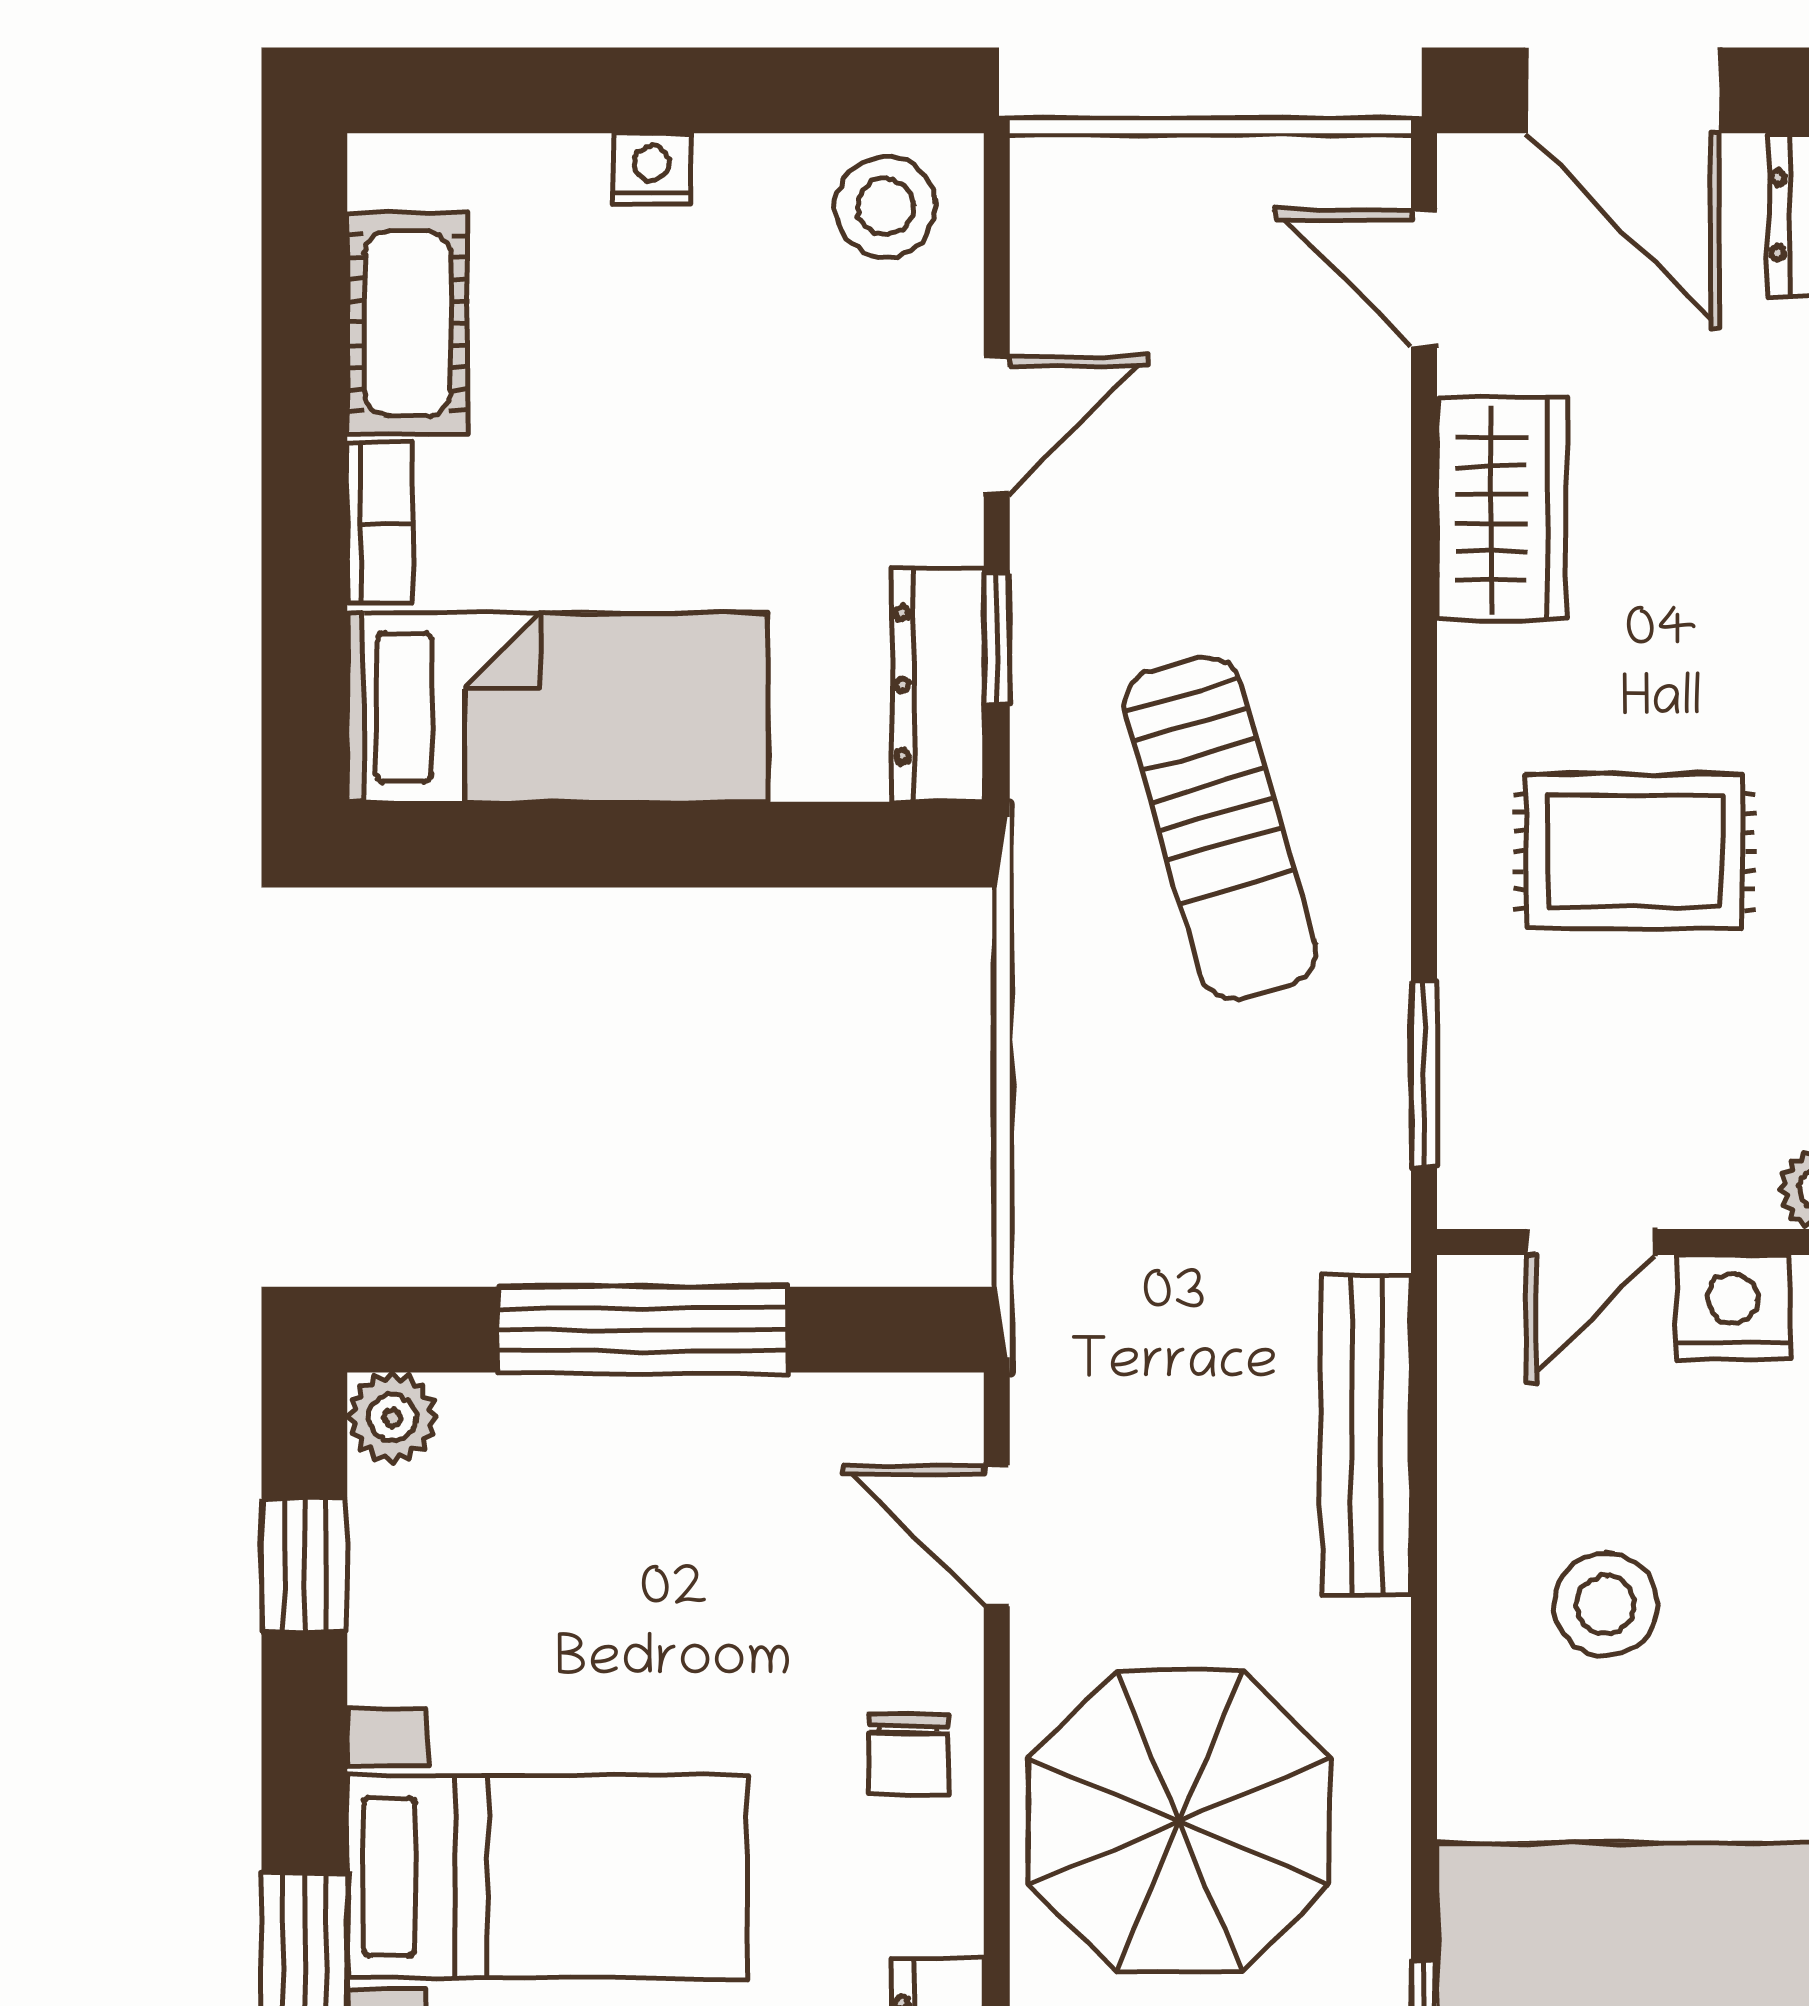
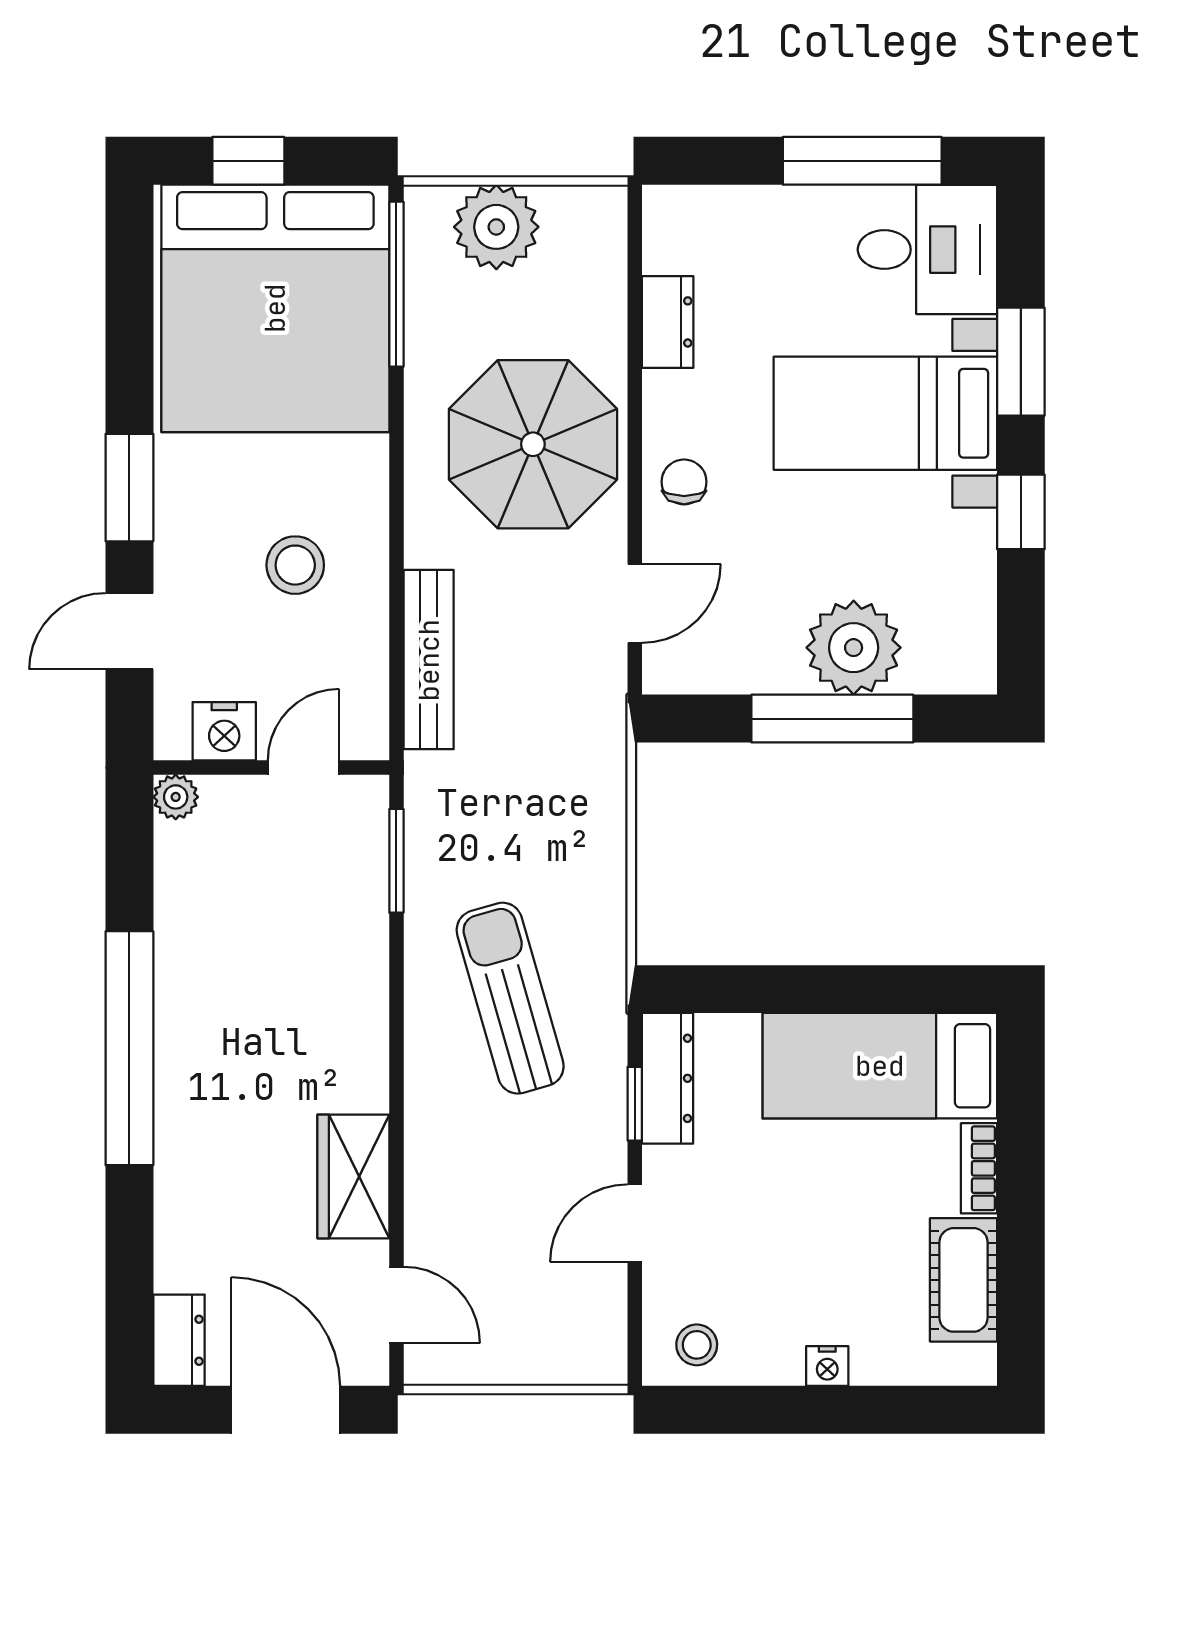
stool: (886, 207) -> (697, 1345), width x0.73, depth x0.73
rug: (1634, 851) -> (279, 986), removed
plant: (392, 1417) -> (854, 648), moved, width x1.88, depth x1.88
door: (997, 1536) -> (635, 604), hinge flipped
window: (304, 1565) -> (1021, 512), moved

